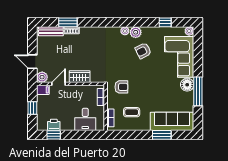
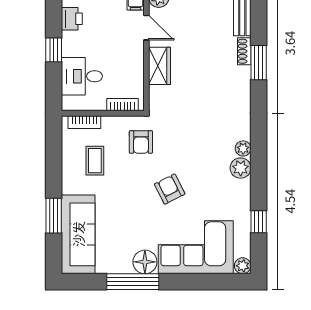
window: (68, 22) -> (259, 63), moved
armchair: (143, 51) -> (170, 189), moved
window: (54, 135) -> (54, 50), moved

